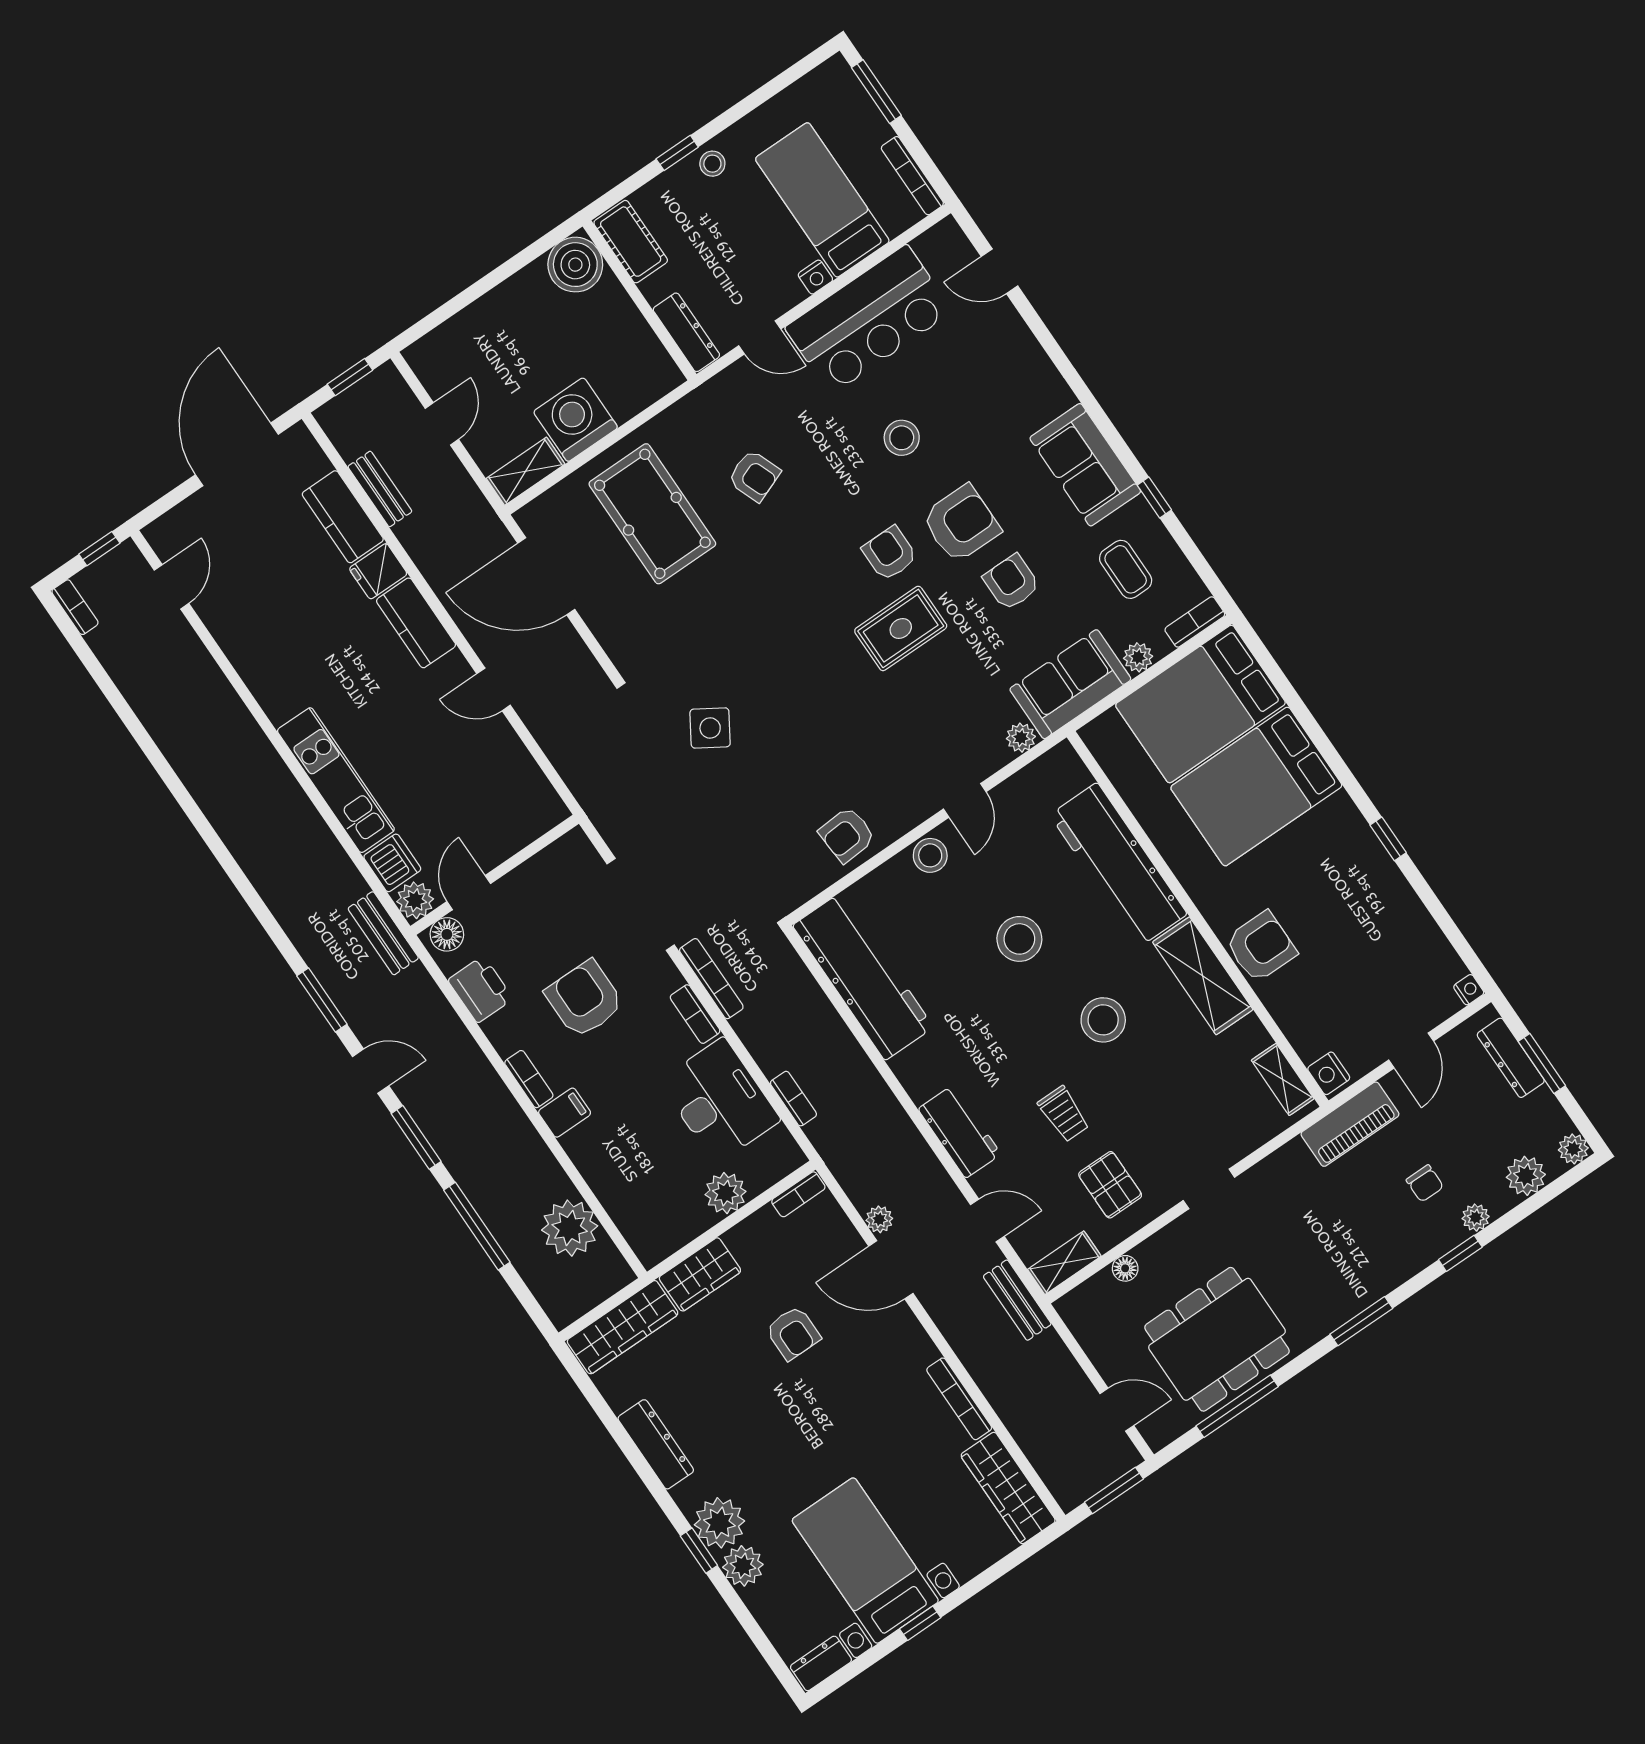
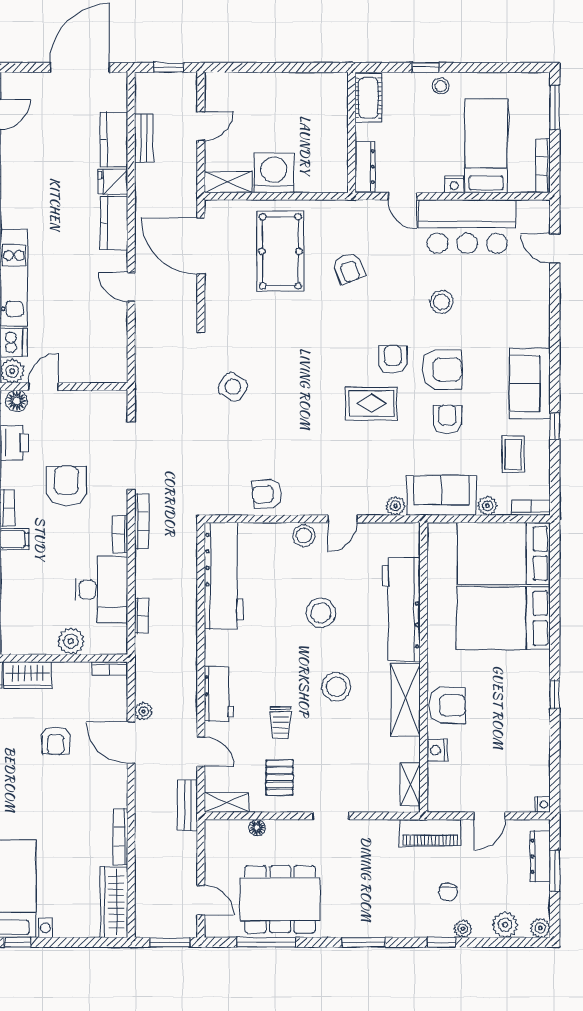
boiler: (575, 265) -> (330, 90), removed
nightstand: (1329, 1073) -> (437, 750), moved

